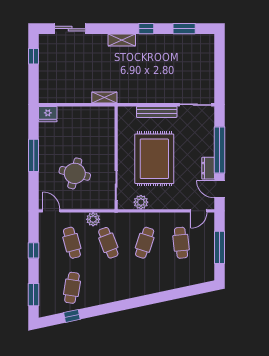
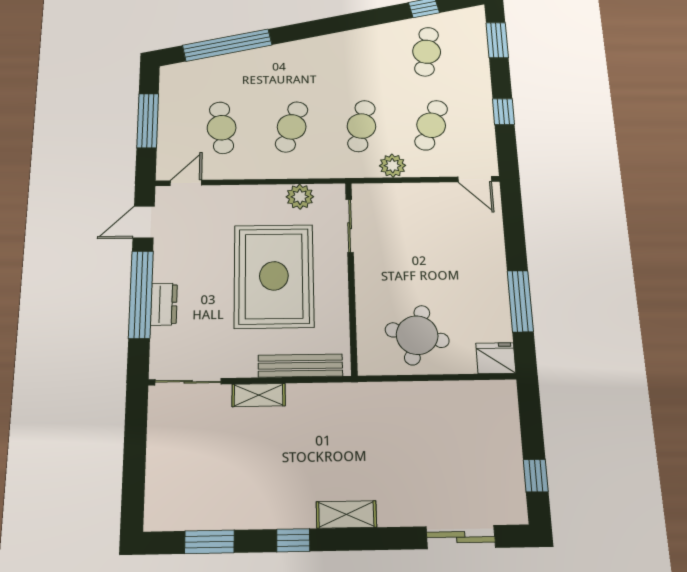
shelving: (104, 98) -> (259, 395), moved
bench: (157, 112) -> (300, 366), moved
window: (34, 155) -> (520, 301), moved
dresser: (208, 168) -> (164, 304), moved
round table: (75, 173) -> (417, 335), moved
door: (219, 189) -> (144, 222), swing flipped
cafe table: (72, 243) -> (431, 125), turned 36
cafe table: (108, 243) -> (361, 126), turned 33
window: (179, 293) -> (227, 45), added

